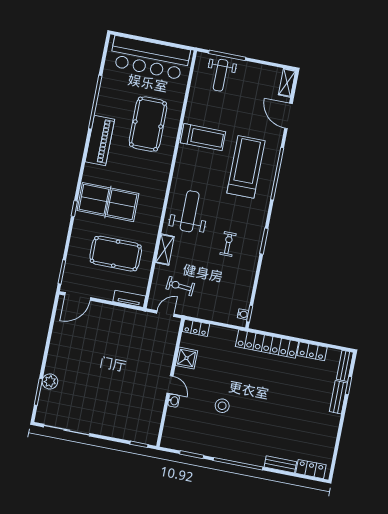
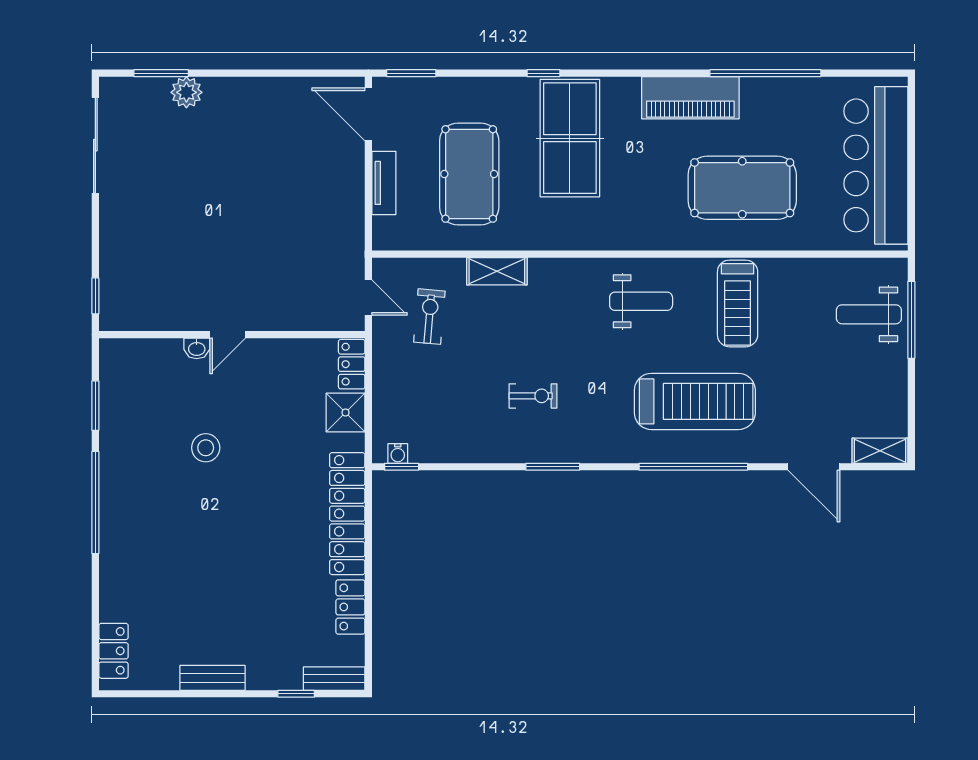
door: (288, 116) -> (814, 467), swing flipped
weight bench: (190, 211) -> (641, 301), moved, width x0.73, depth x0.75
tv unit: (129, 299) -> (384, 183), moved
shower: (187, 358) -> (346, 413), moved
bench: (338, 397) -> (212, 678), moved
bench: (280, 464) -> (111, 588), removed

